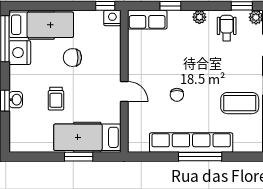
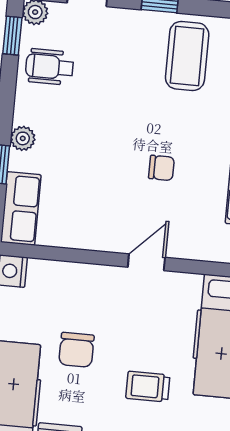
plant: (199, 17) -> (23, 138), moved
trolley: (56, 99) -> (148, 387), turned 180

